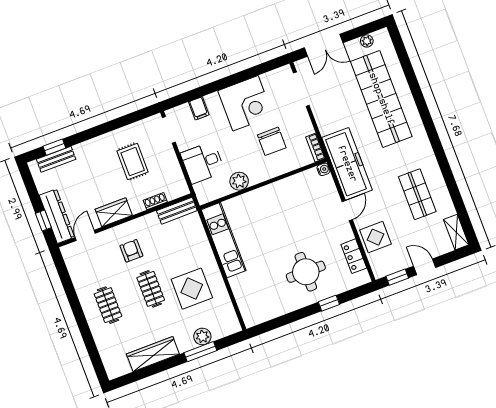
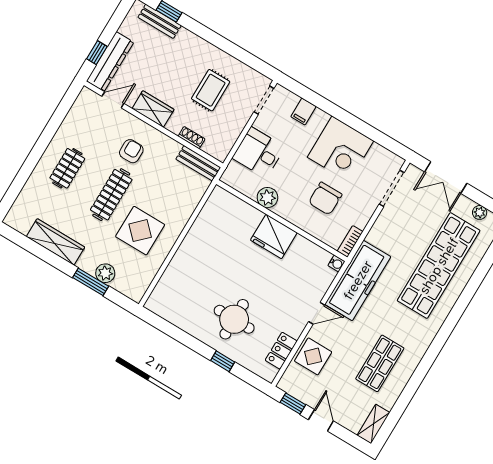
fridge: (270, 198) -> (274, 236), added
kitchen unit: (224, 240) -> (205, 225), removed
clothes rail: (151, 289) -> (111, 195), width x1.36

